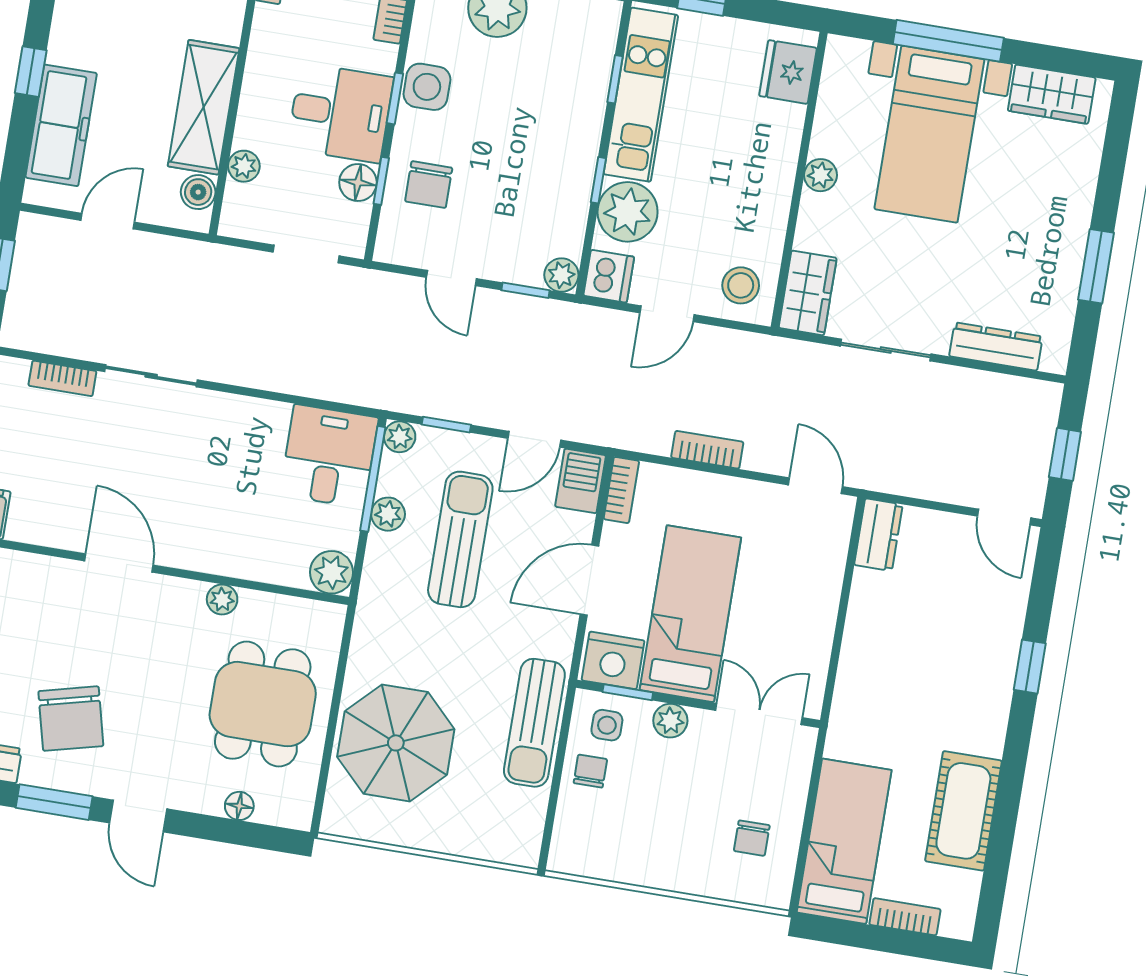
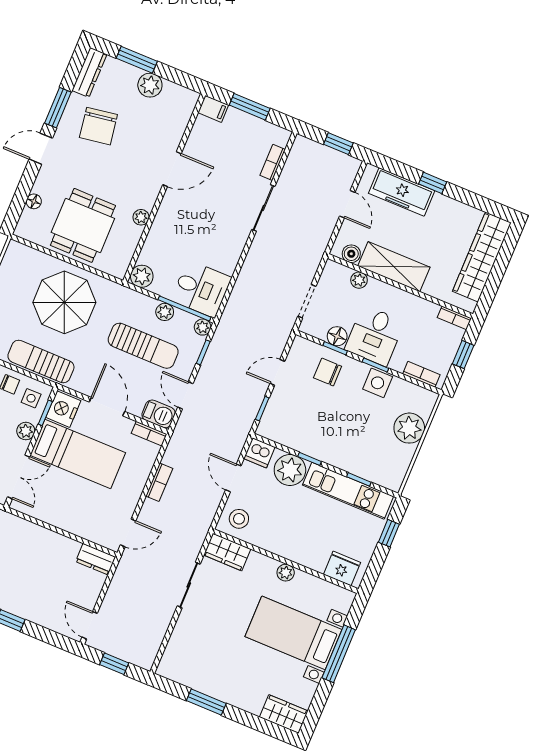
wardrobe: (1052, 94) -> (284, 714), moved, turned 90
plant: (561, 275) -> (266, 429), removed
dresser: (996, 346) -> (177, 641), removed
door: (1004, 517) -> (90, 625), hinge flipped
dining table: (263, 704) -> (83, 225), turned 90
chair: (71, 719) -> (98, 126), turned -85
parasol: (396, 743) -> (64, 302), moved

